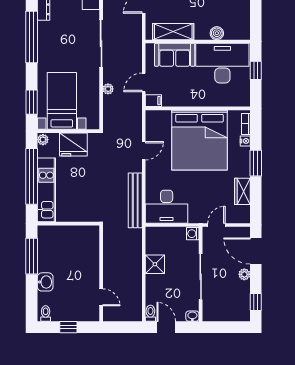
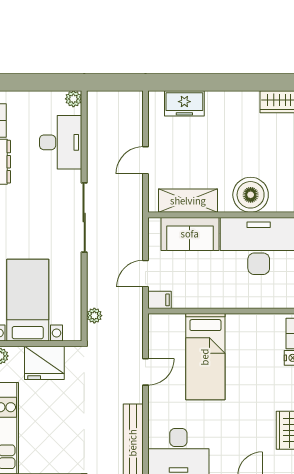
boiler: (217, 33) -> (251, 195), width x1.86, depth x1.86
plant: (108, 89) -> (94, 316), moved
bed: (200, 140) -> (205, 357), width x0.49

